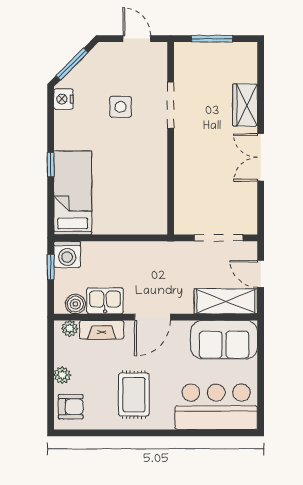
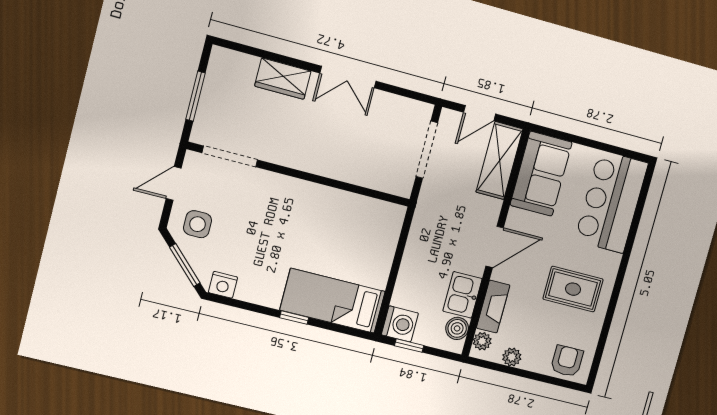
doorway: (171, 105) -> (230, 156), moved
side table: (121, 107) -> (198, 224), moved
door: (153, 317) -> (495, 247), hinge flipped
plant: (62, 375) -> (512, 357), moved

